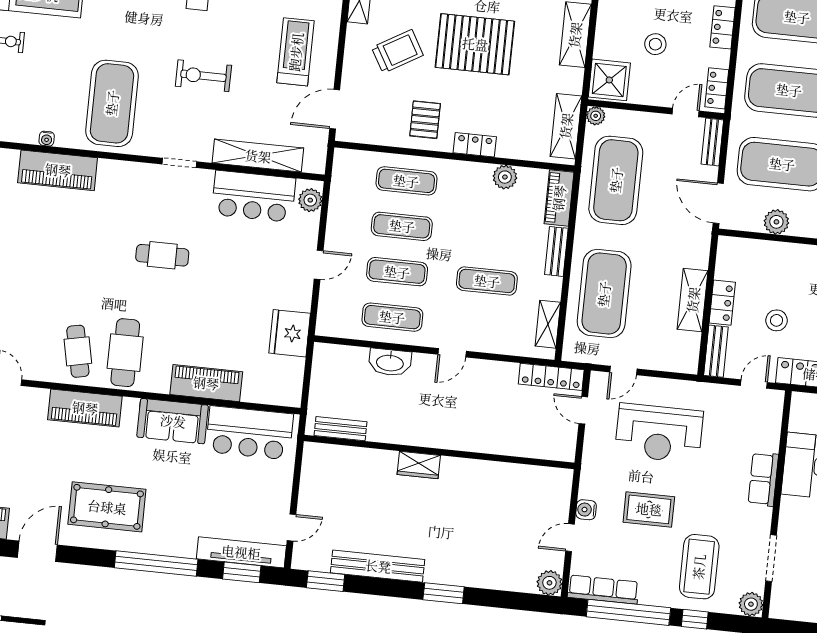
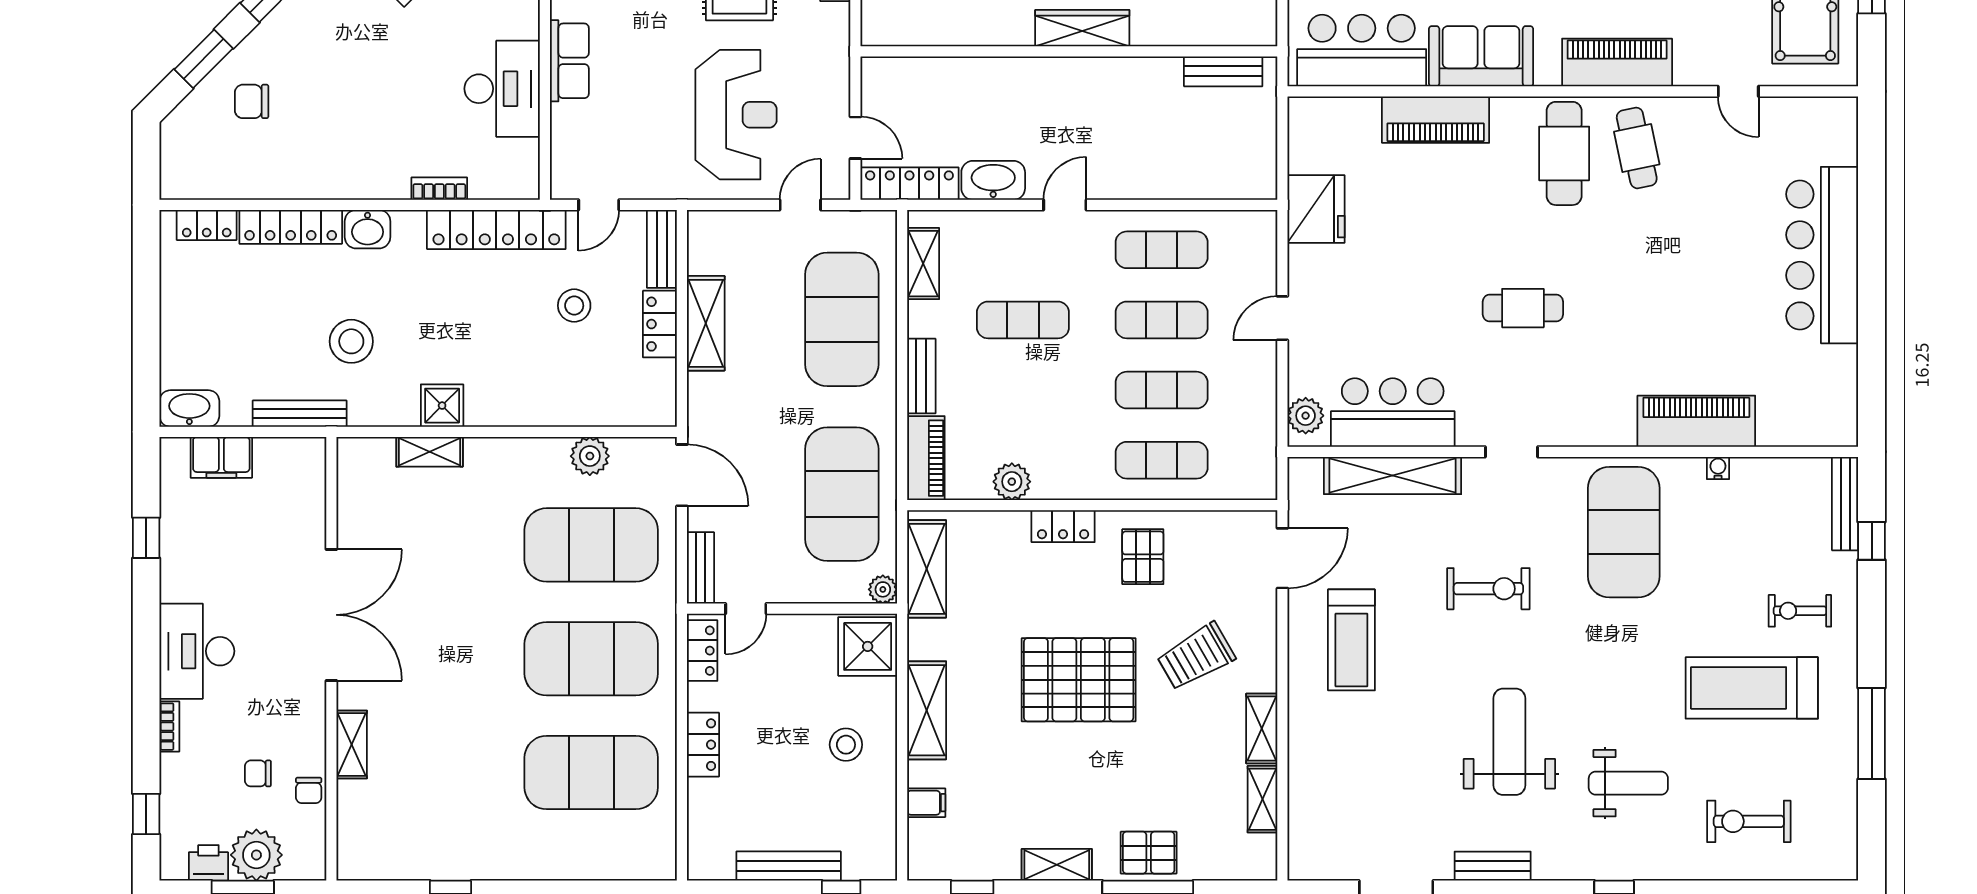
stool: (655, 44) -> (846, 745), moved
washbasin: (390, 362) -> (993, 180), moved
reception desk: (659, 433) -> (736, 115), turned 90
wardrobe: (419, 465) -> (1082, 28), width x1.50

